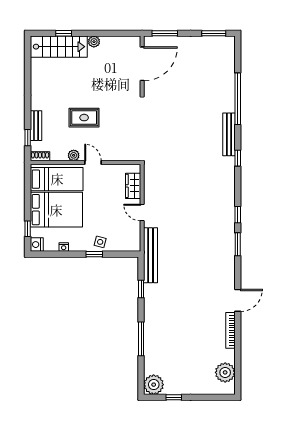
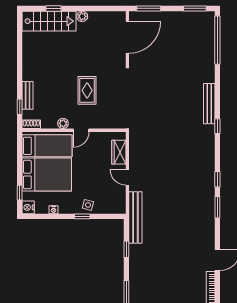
window: (238, 99) -> (217, 40), moved
rug: (84, 118) -> (87, 90), moved, turned 90
door: (93, 163) -> (81, 130), swing flipped

